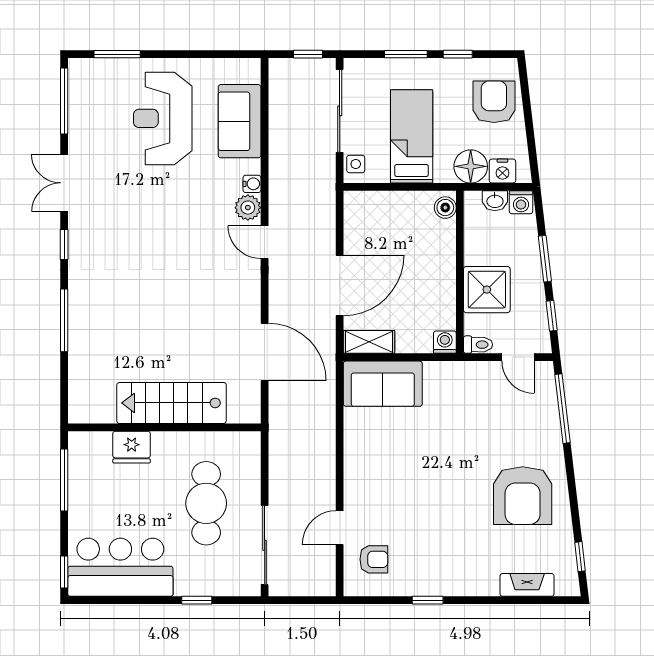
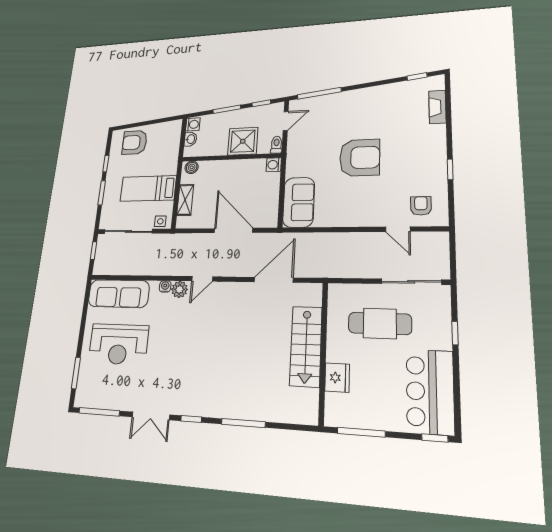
sofa: (240, 121) -> (119, 294), width x1.36
floor lamp: (471, 166) -> (169, 154), removed
nightstand: (502, 171) -> (174, 136), removed
shelving: (369, 342) -> (185, 200), moved
armchair: (523, 496) -> (360, 158), moved

